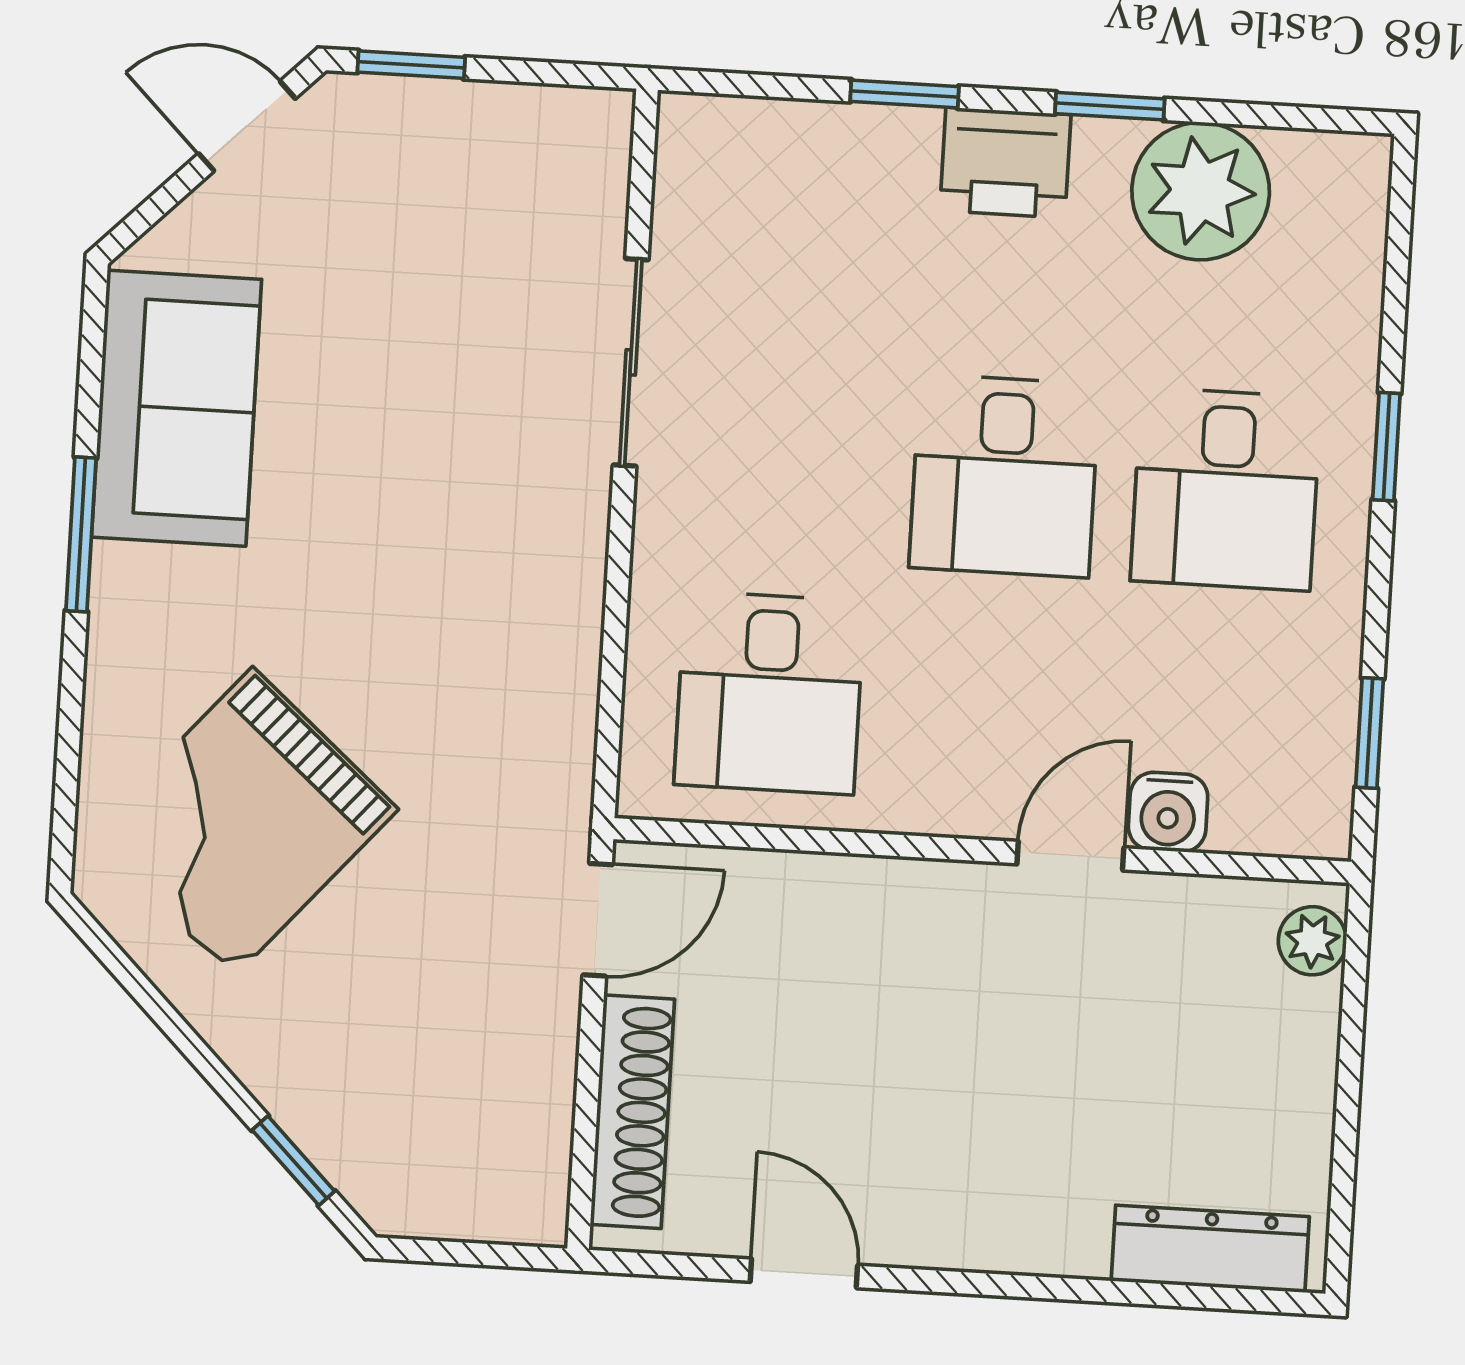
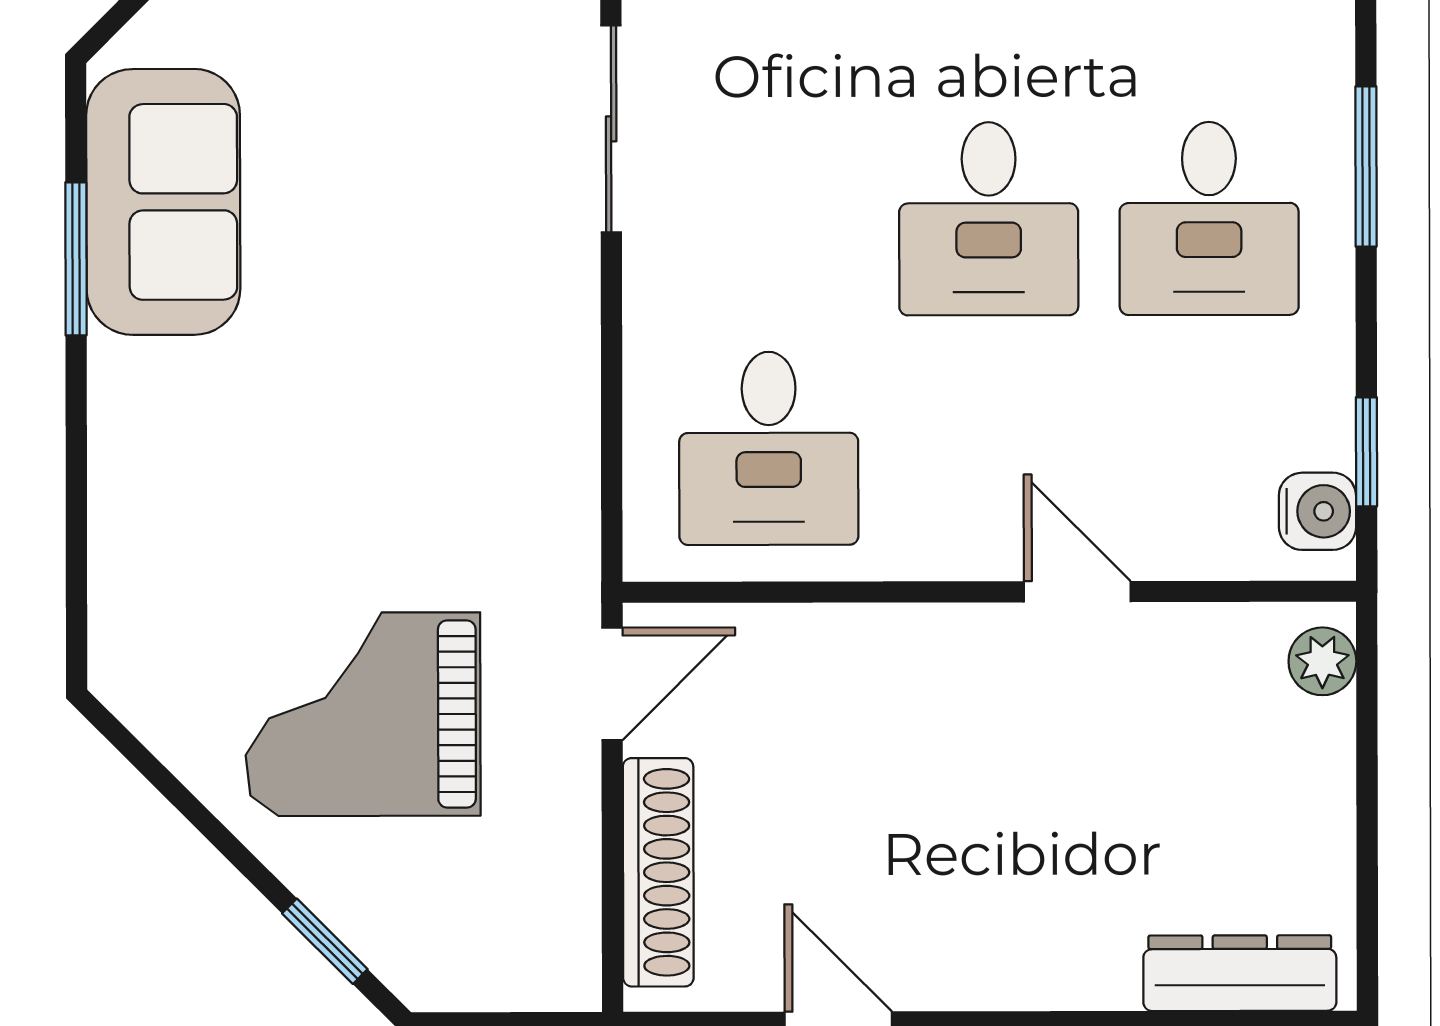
window: (1386, 447) -> (1366, 166), width x1.50
window: (81, 534) -> (76, 259), moved
water cooler: (1168, 812) -> (1317, 511), moved, turned -90
grand piano: (243, 822) -> (363, 714), moved, turned 49
door: (1070, 856) -> (1077, 592), hinge flipped

